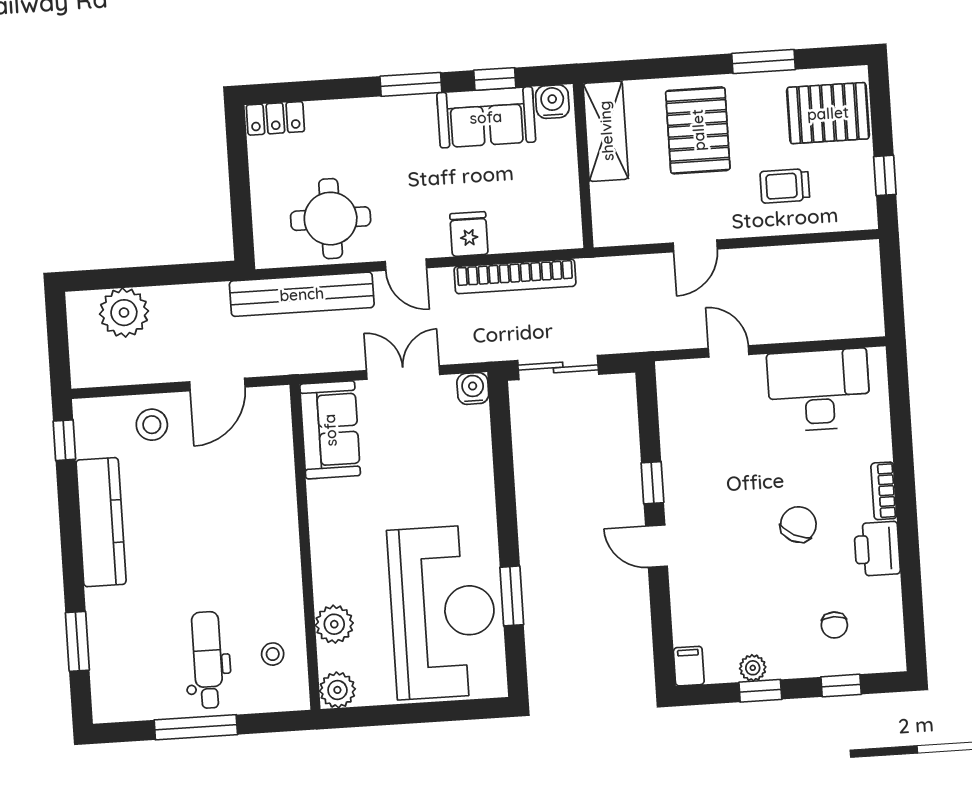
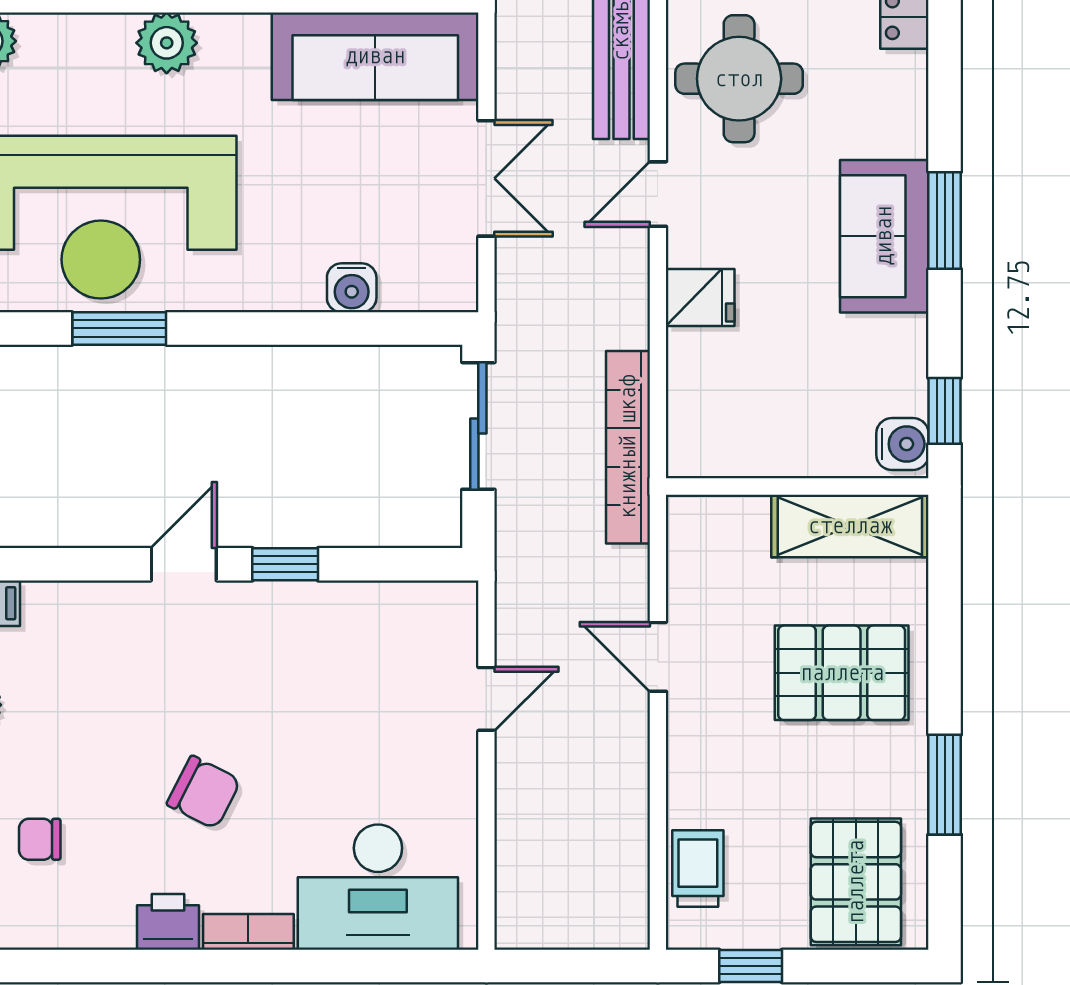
window: (495, 79) -> (945, 411), moved
sofa: (486, 117) -> (884, 236), moved
trolley: (785, 186) -> (698, 869), moved
bookcase: (515, 276) -> (628, 447), moved
water cooler: (473, 388) -> (352, 288), moved, turned 90
desk: (819, 390) -> (378, 887), moved, turned 90
sofa: (330, 430) -> (375, 56), width x1.36
printer: (877, 549) -> (168, 922), width x0.73, depth x0.81
plant: (334, 624) -> (167, 43), moved

